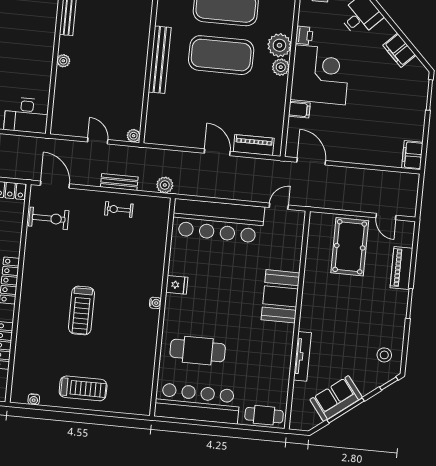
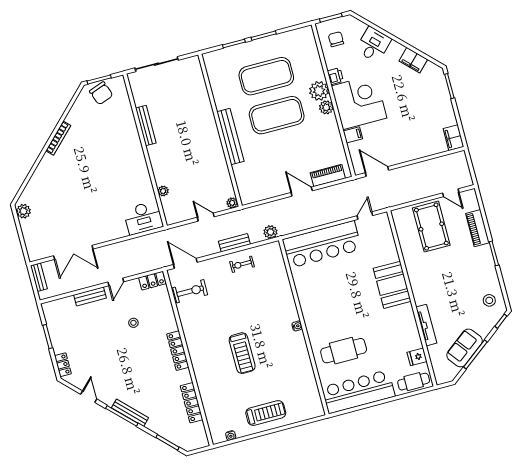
plant: (63, 61) -> (163, 191), moved
fridge: (177, 285) -> (417, 357), moved, turned 180

